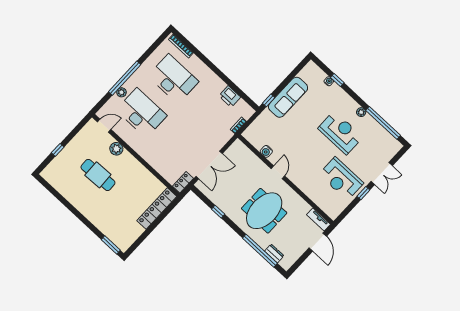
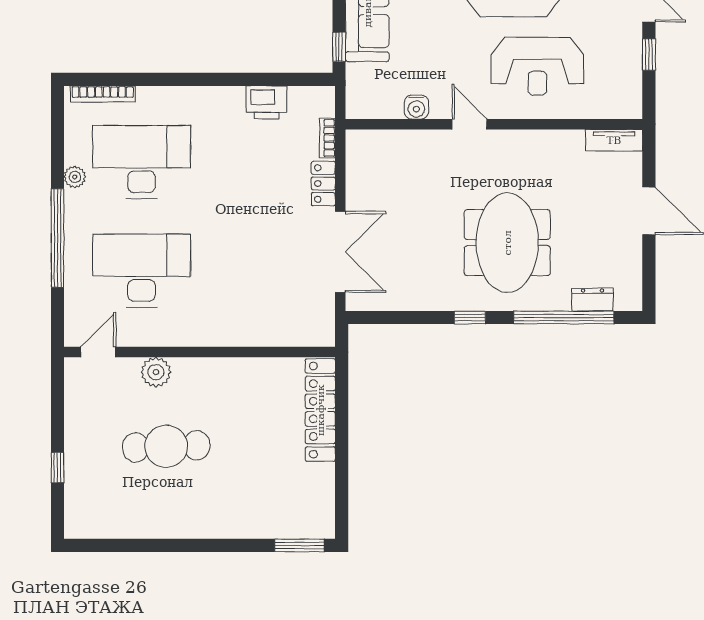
plant: (121, 92) -> (75, 177), moved
water cooler: (266, 151) -> (416, 107), moved
door: (278, 172) -> (470, 124), moved
wall: (286, 179) -> (494, 124), moved
reception desk: (341, 179) -> (537, 66), moved
locker: (183, 182) -> (323, 184), moved
window: (218, 212) -> (470, 317), moved
tv unit: (319, 219) -> (614, 140), moved

